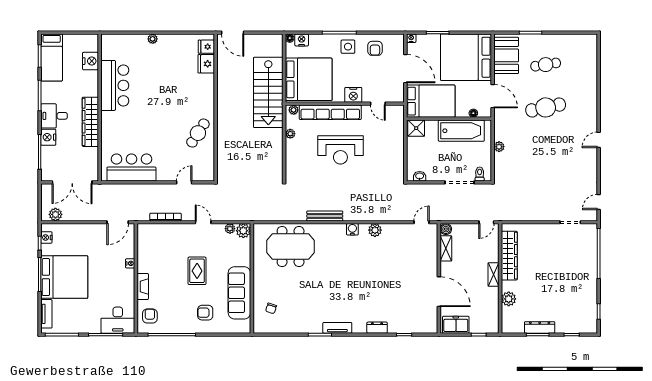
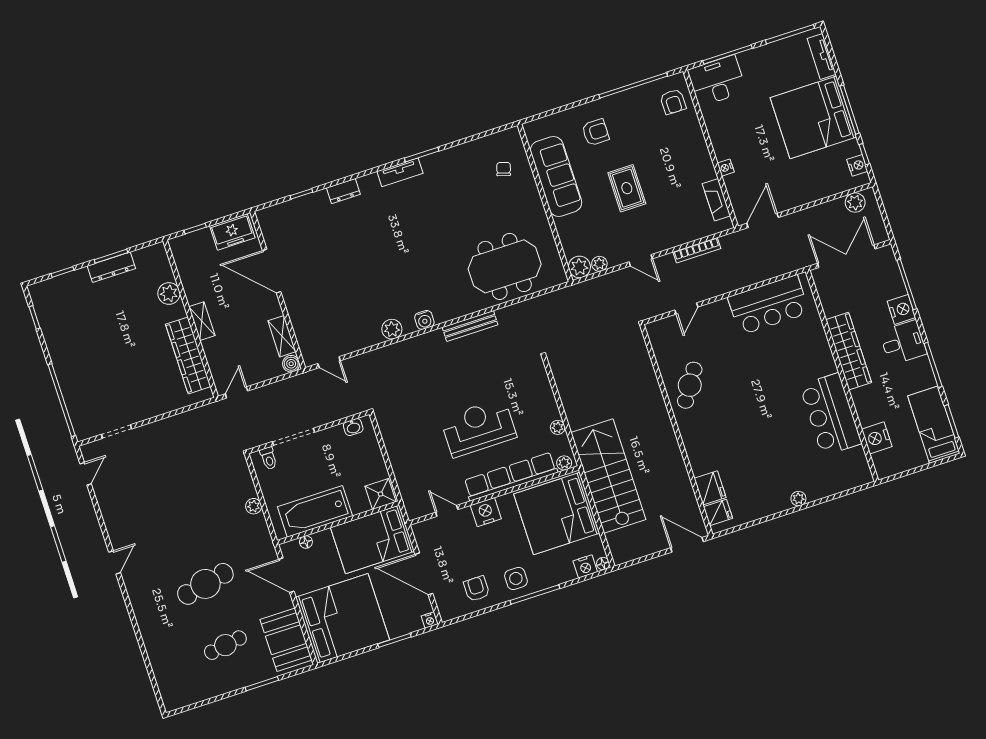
door: (421, 222) -> (329, 362), hinge flipped
fireplace: (143, 287) -> (716, 200), moved

